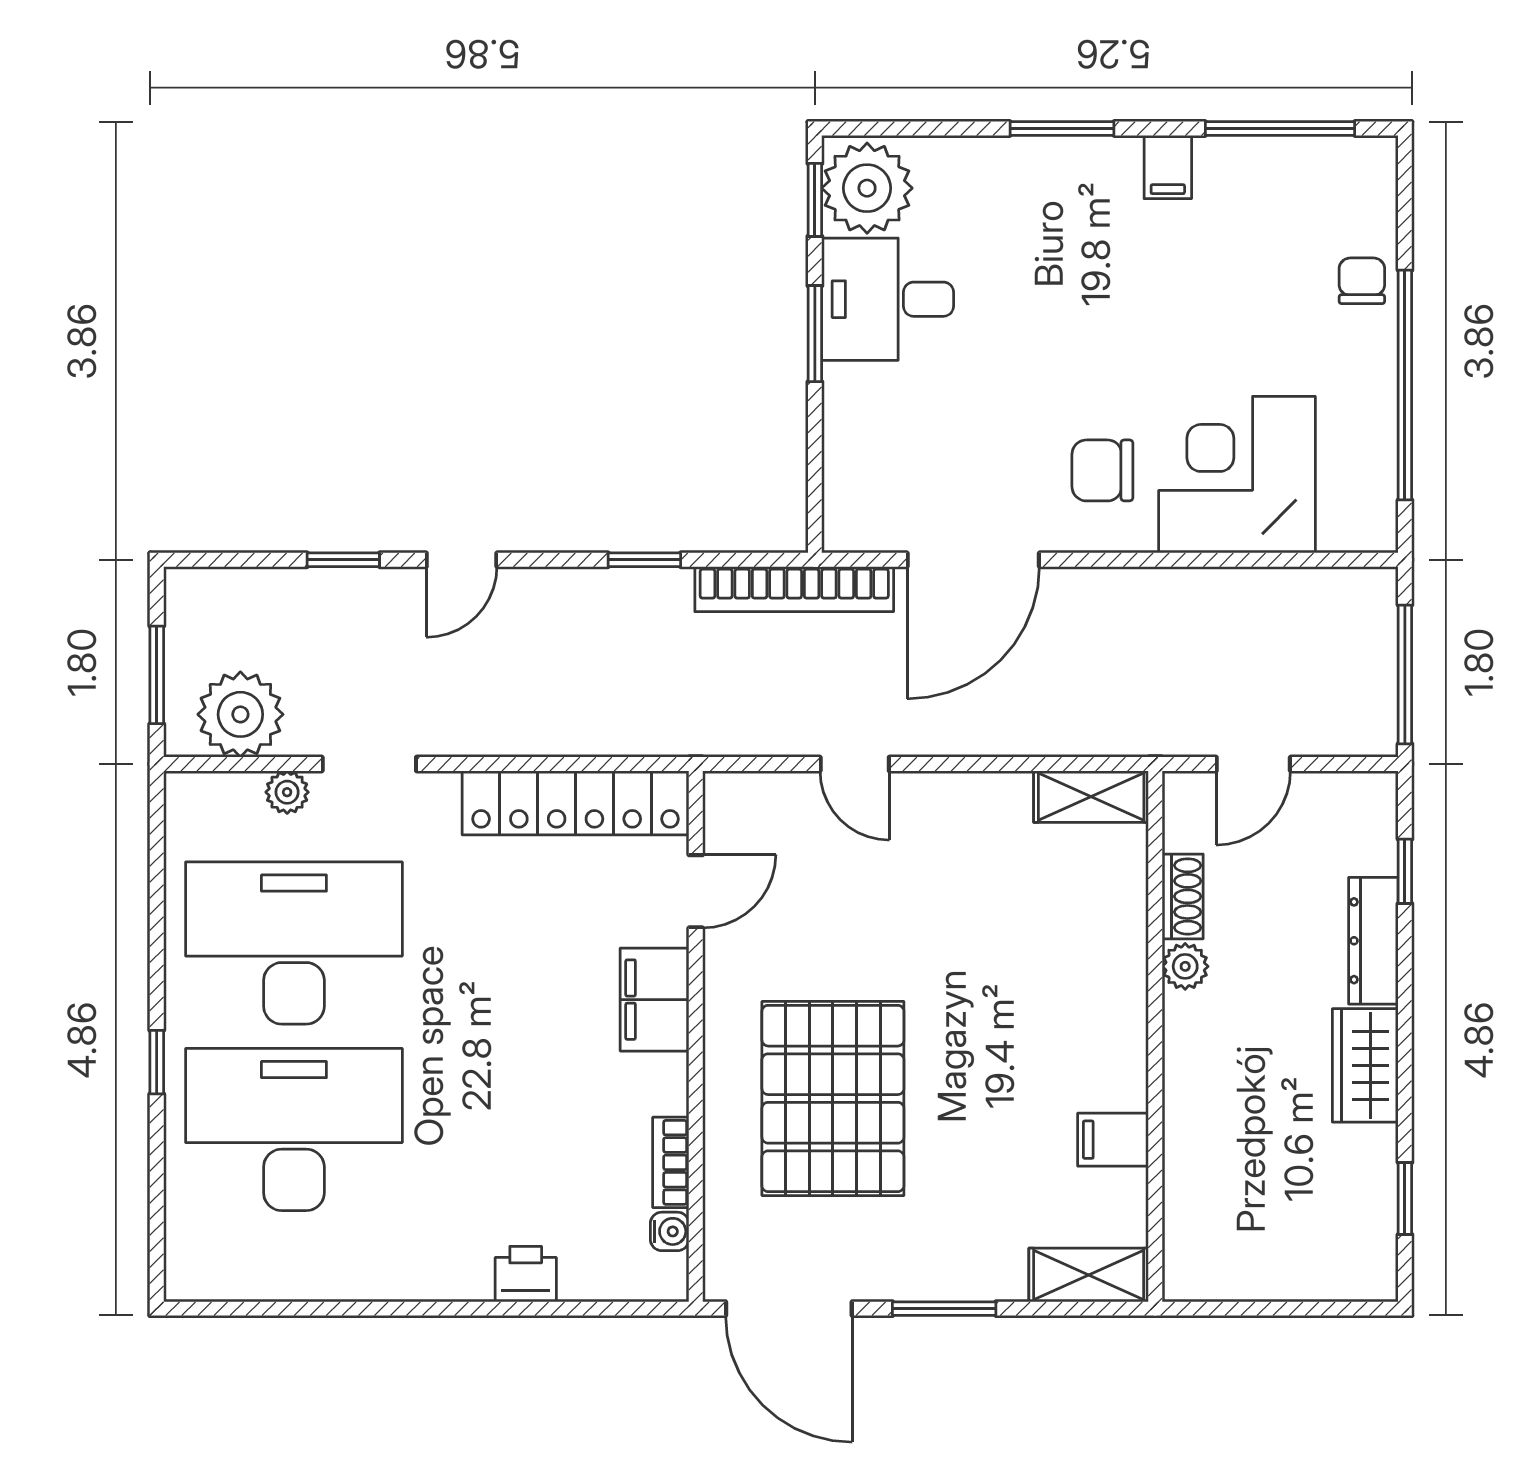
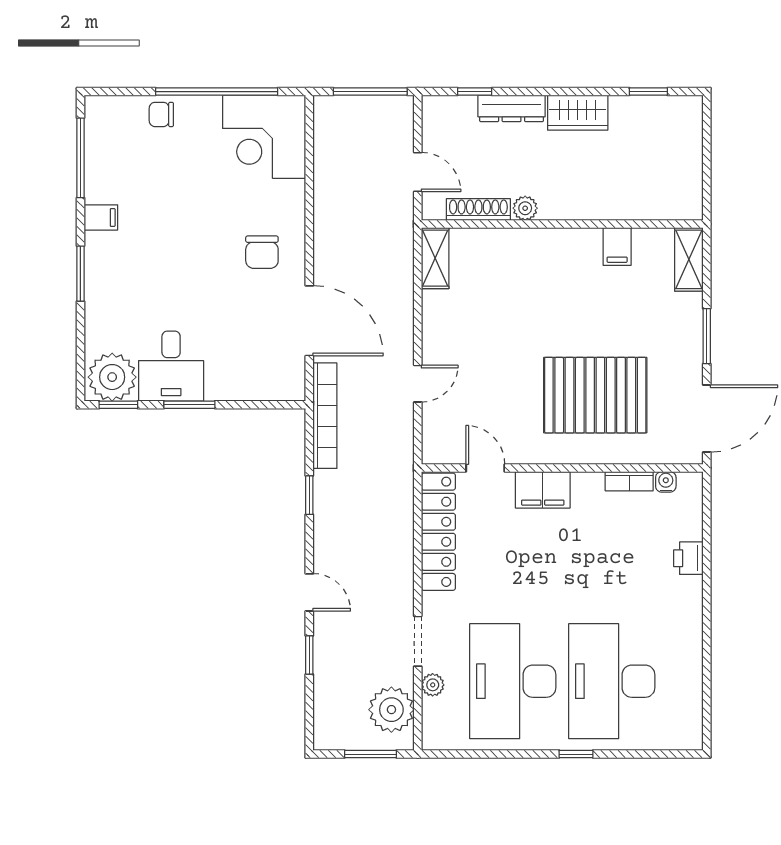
corner desk: (1237, 475) -> (264, 137), moved
shoe rack: (1183, 896) -> (478, 210), width x1.43

